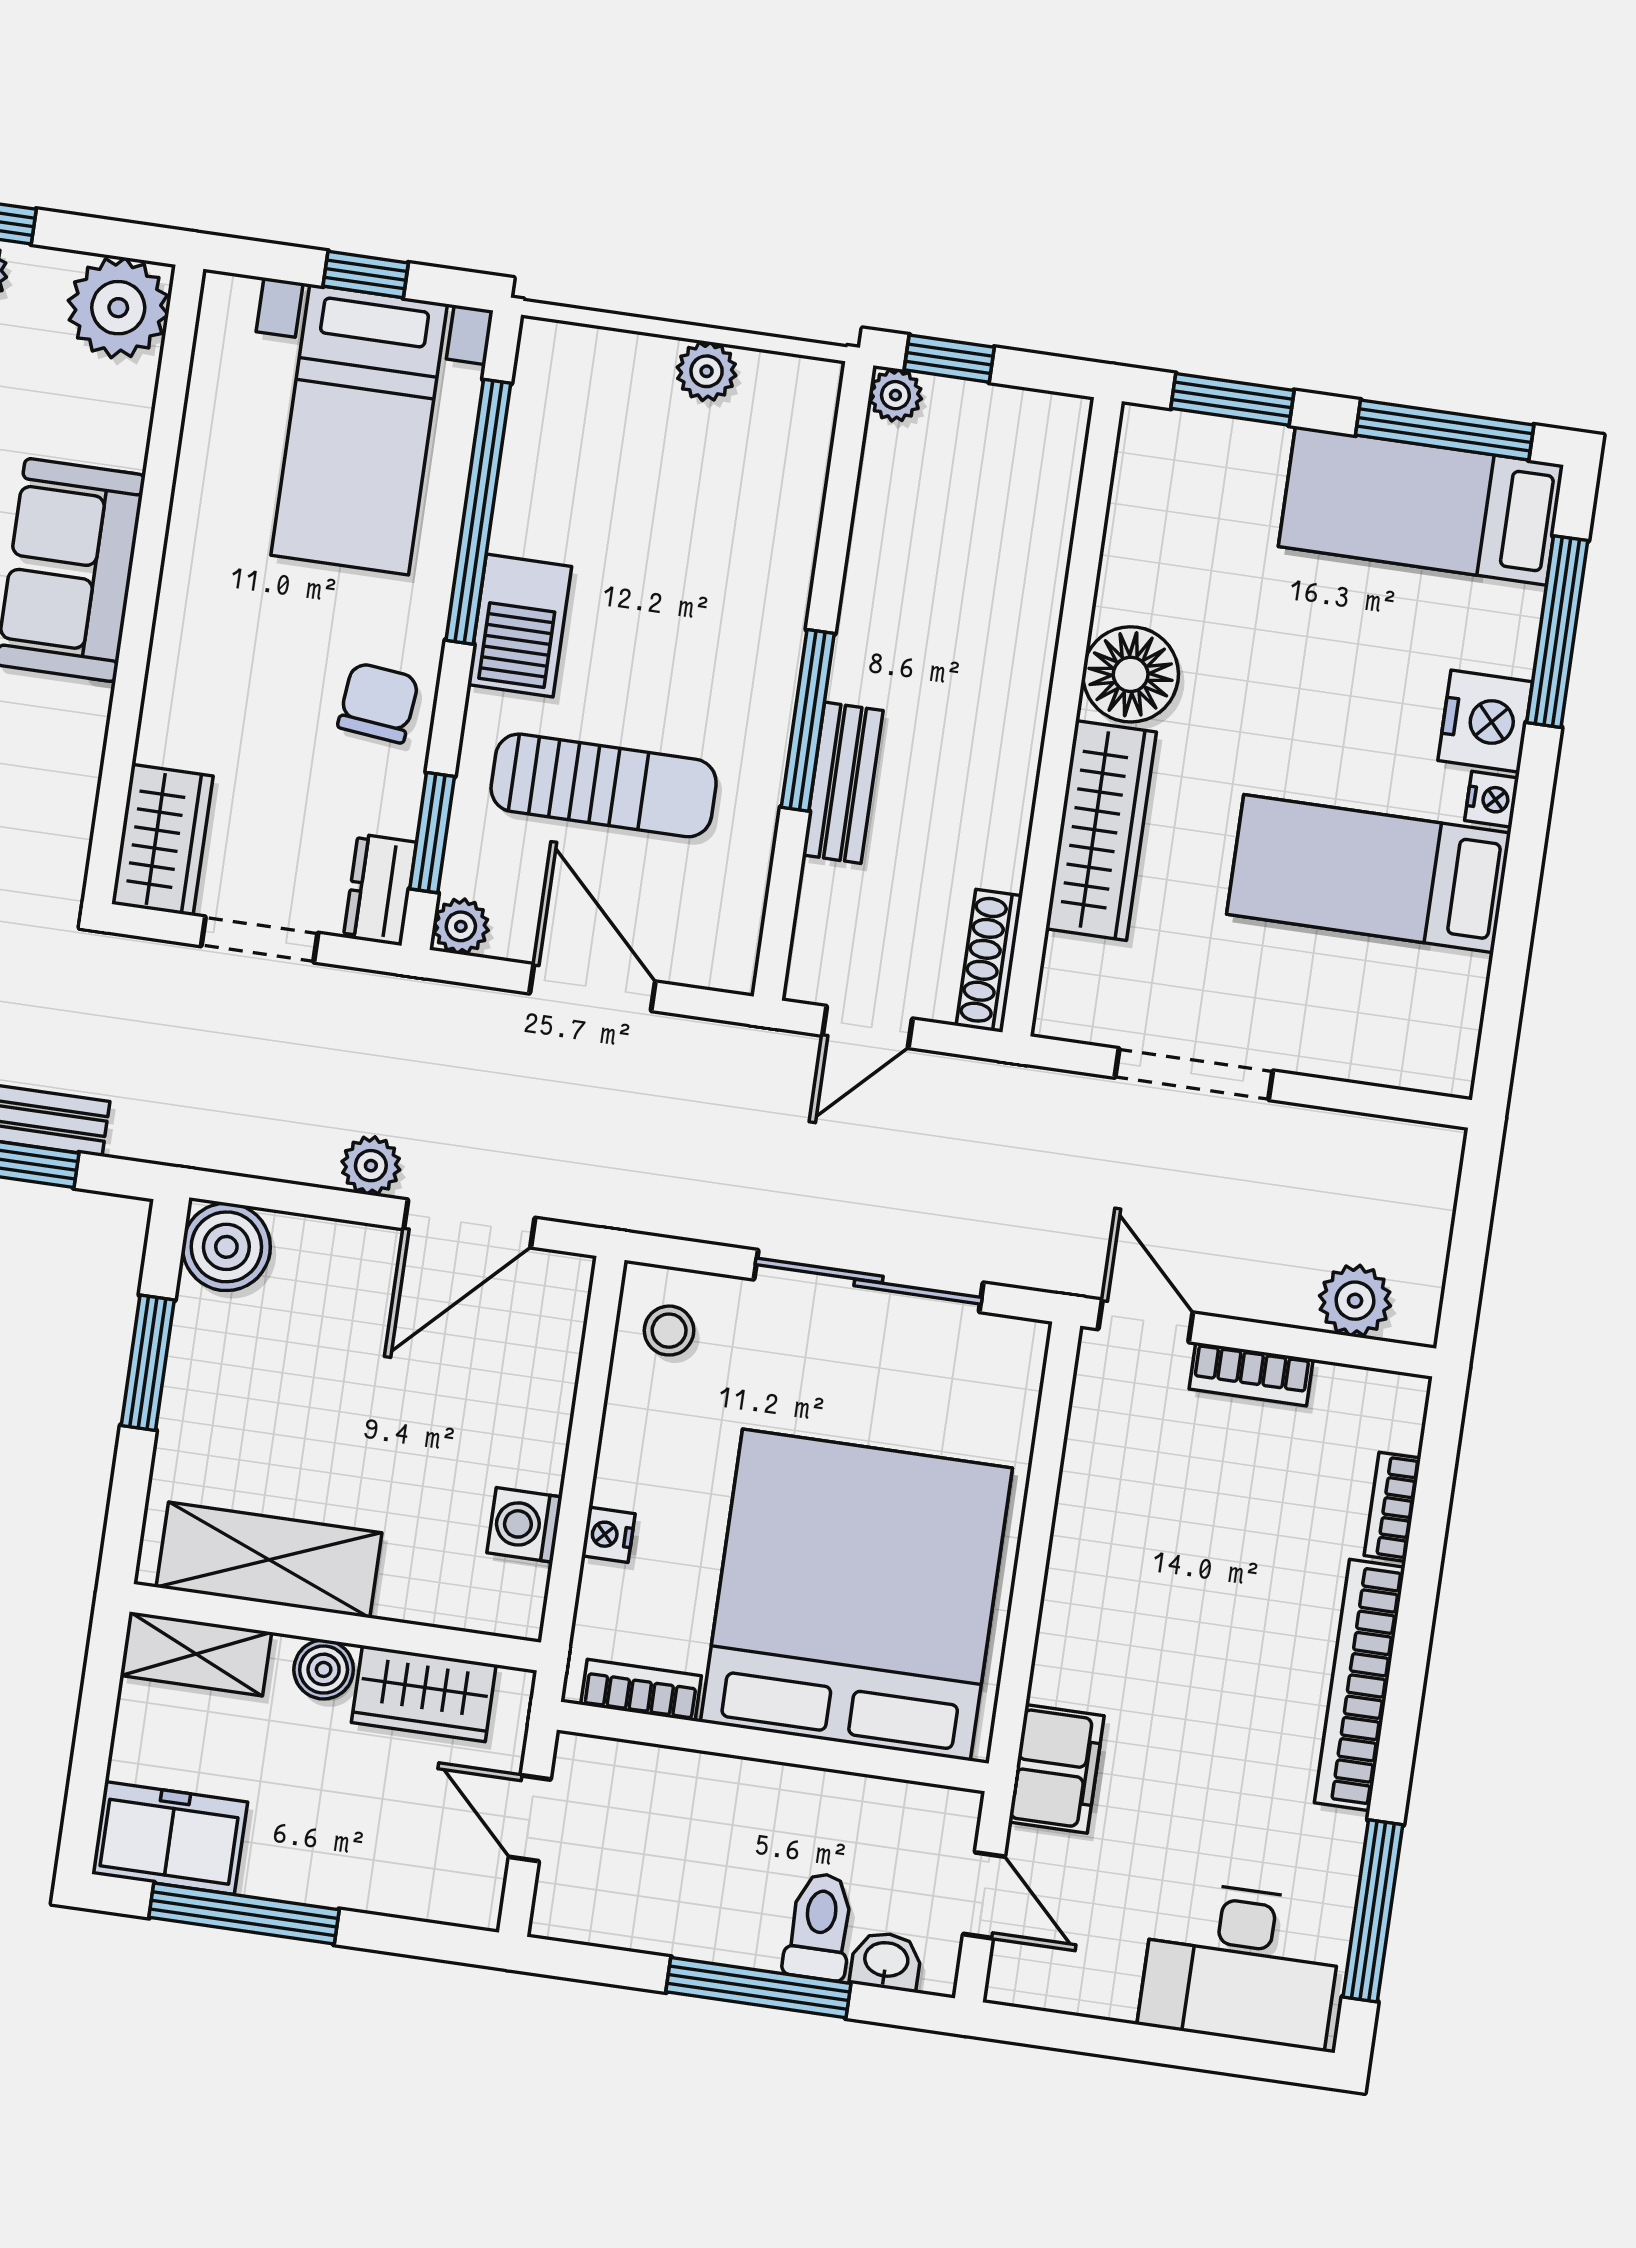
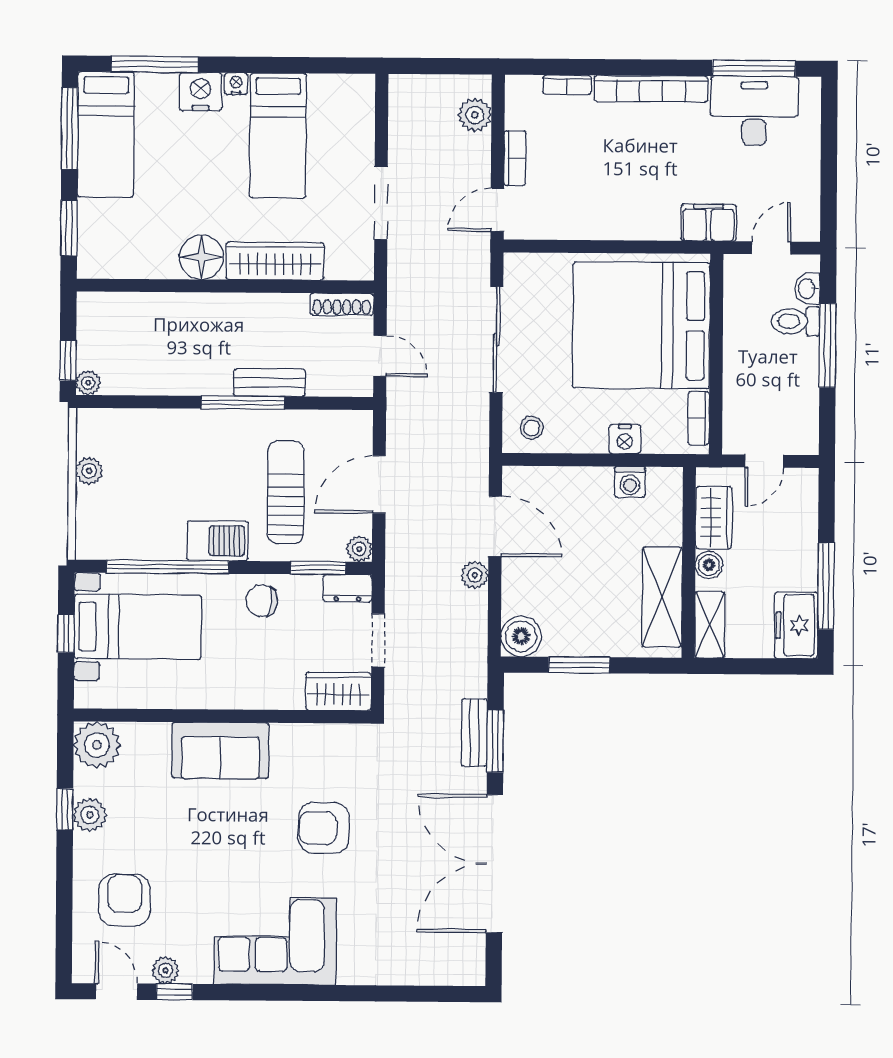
nightstand: (608, 1535) -> (625, 439), width x1.39, depth x1.35
desk: (1241, 1964) -> (754, 111), moved, turned -90

